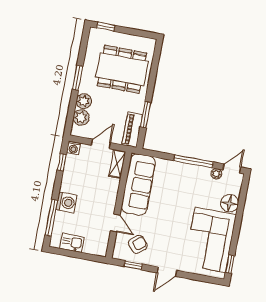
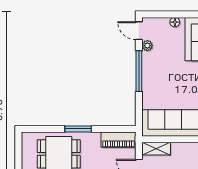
window: (146, 115) -> (78, 129), moved
floor lamp: (230, 203) -> (175, 22), width x0.53, depth x0.53

